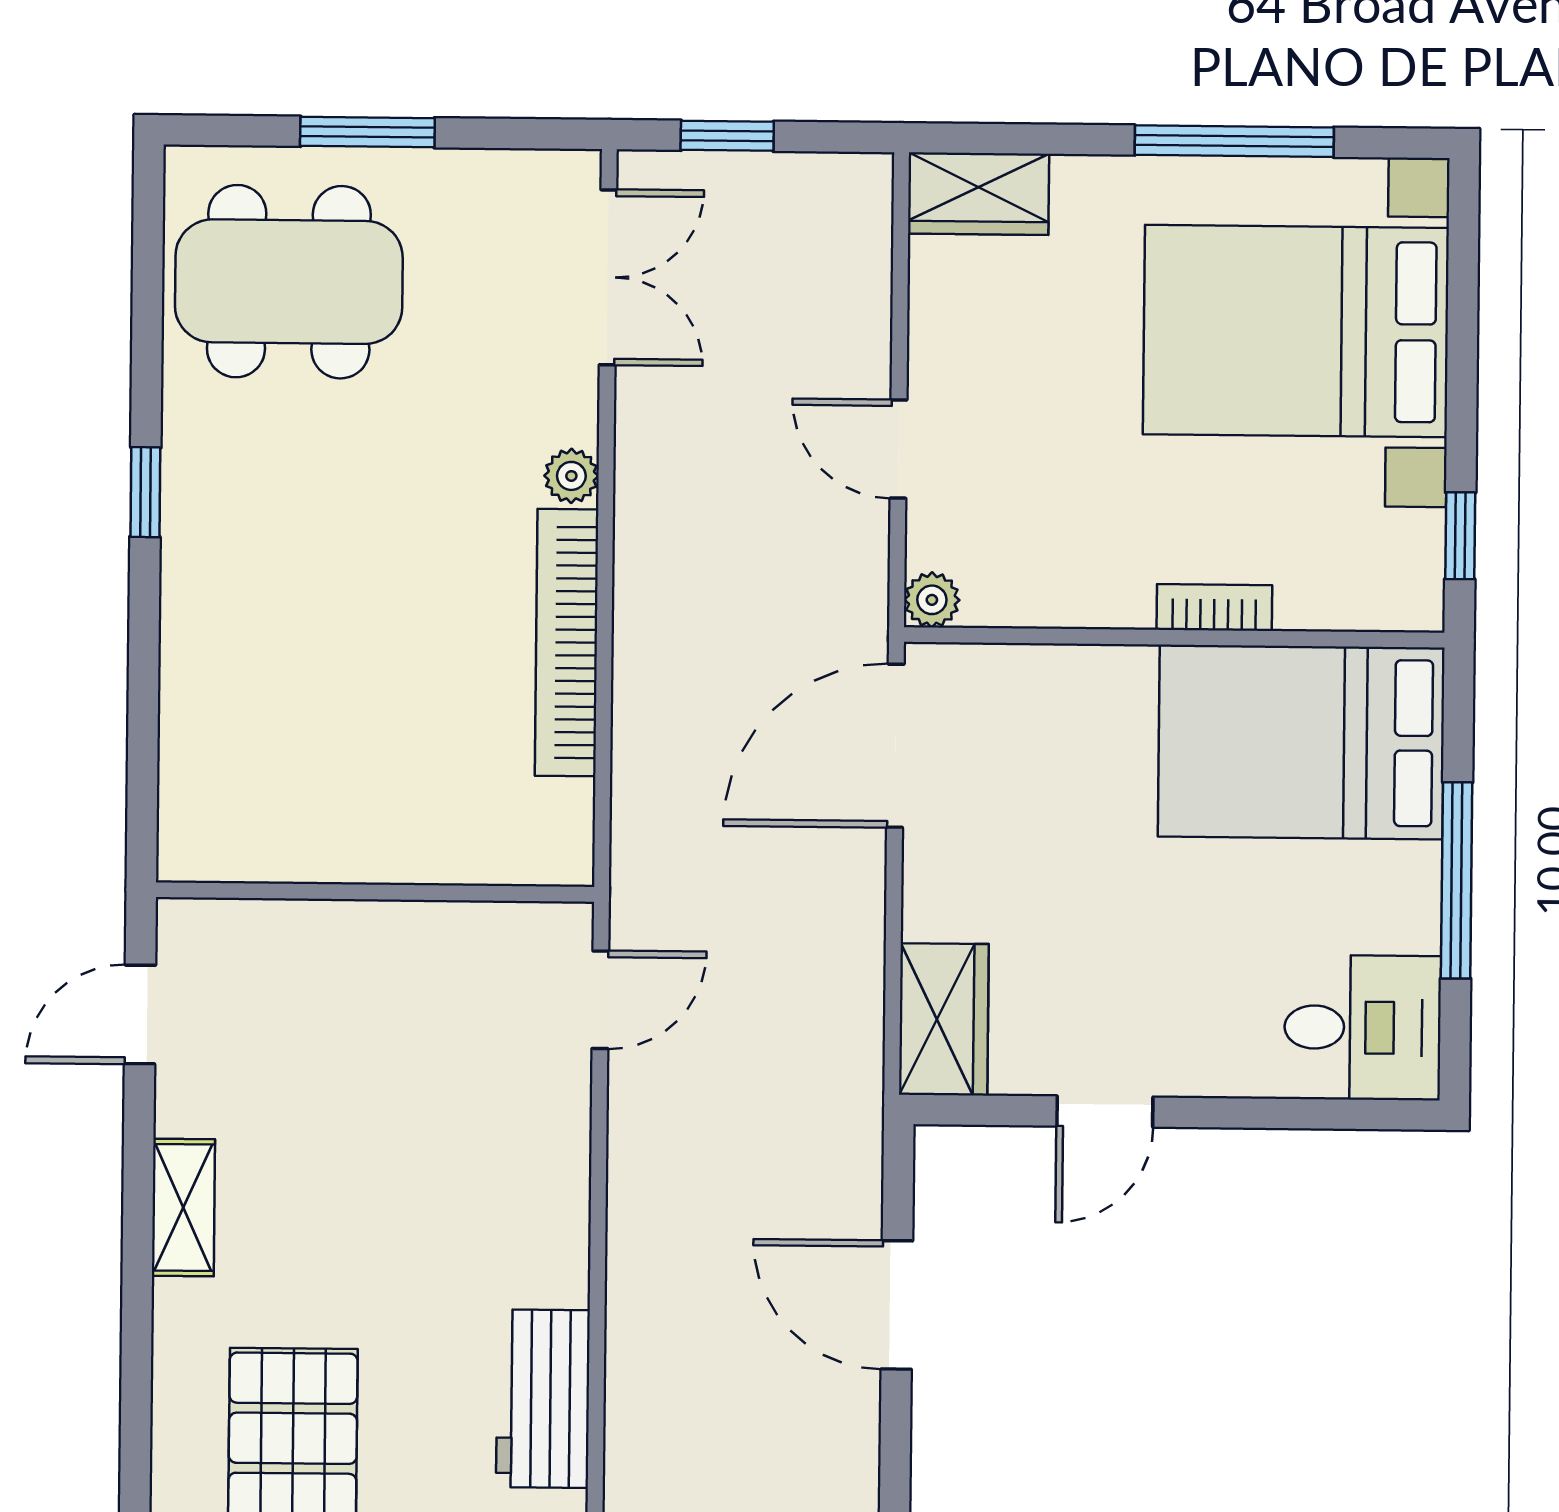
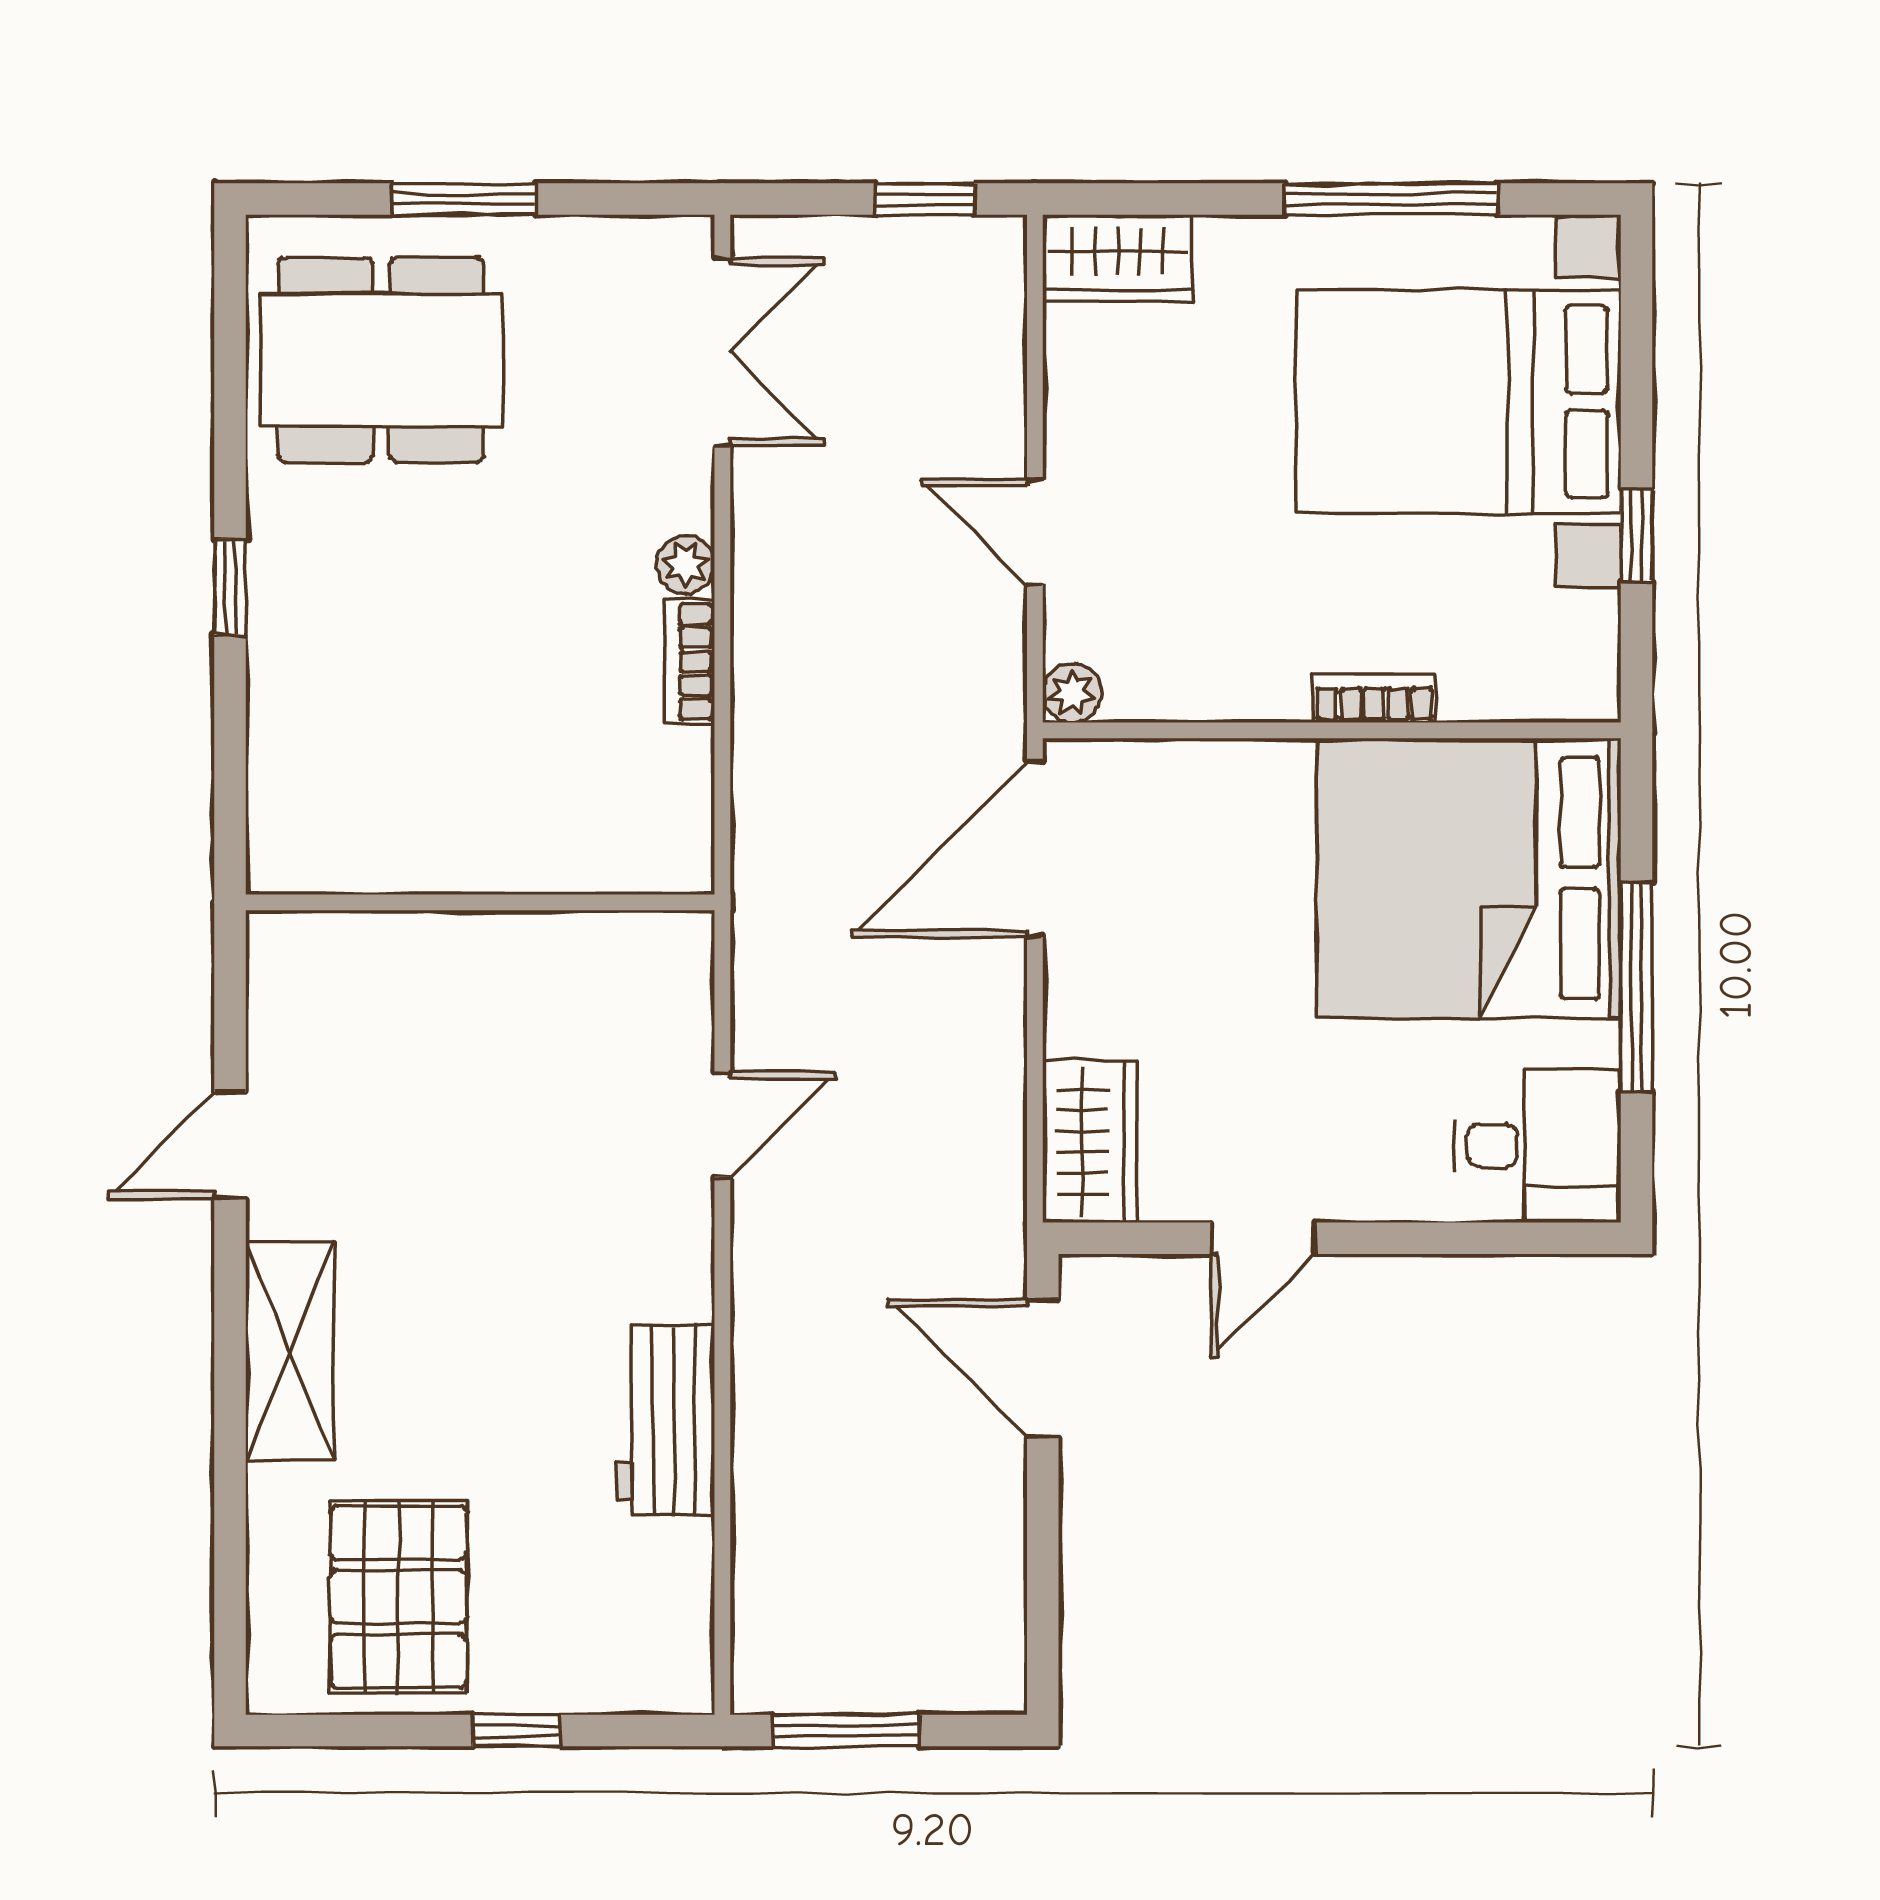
window: (727, 136) -> (925, 199), moved
window: (1460, 536) -> (1637, 535), moved
bookcase: (567, 643) -> (690, 662), width x0.43, depth x0.76
bed: (1301, 742) -> (1469, 878), width x1.36
wall: (375, 892) -> (480, 902), moved
shelving: (183, 1207) -> (290, 1351), width x1.50, depth x1.33
door: (897, 1305) -> (1043, 1368), moved
workbench: (543, 1399) -> (665, 1420), moved

